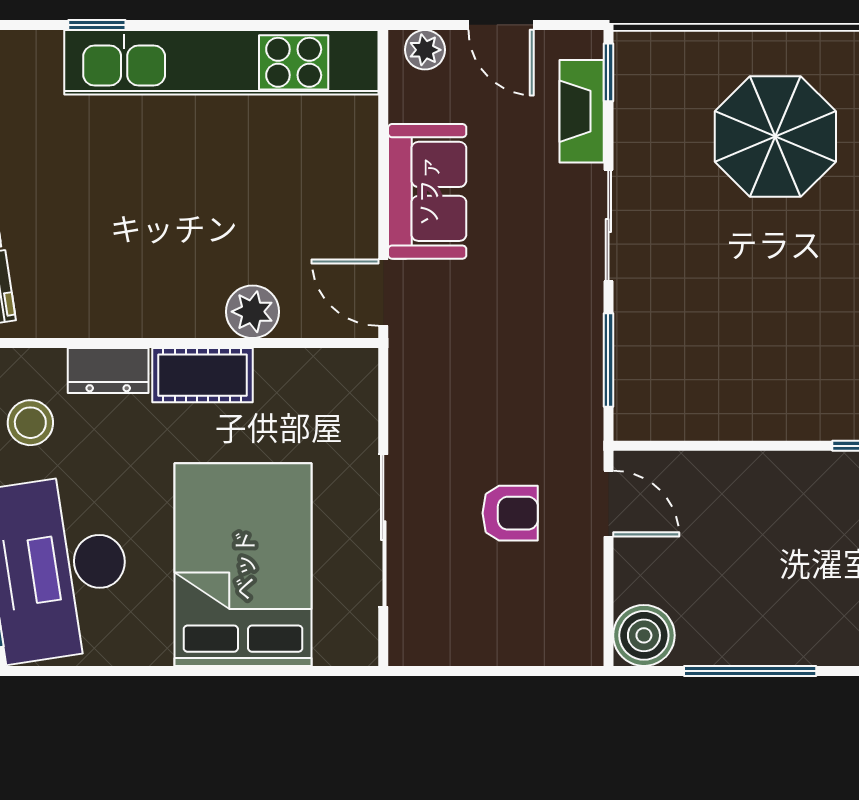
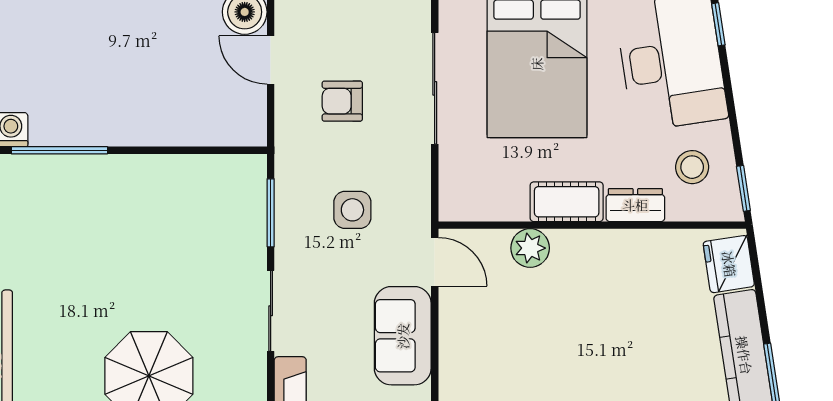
side table: (496, 364) -> (352, 210), added
door: (608, 504) -> (271, 60), moved

